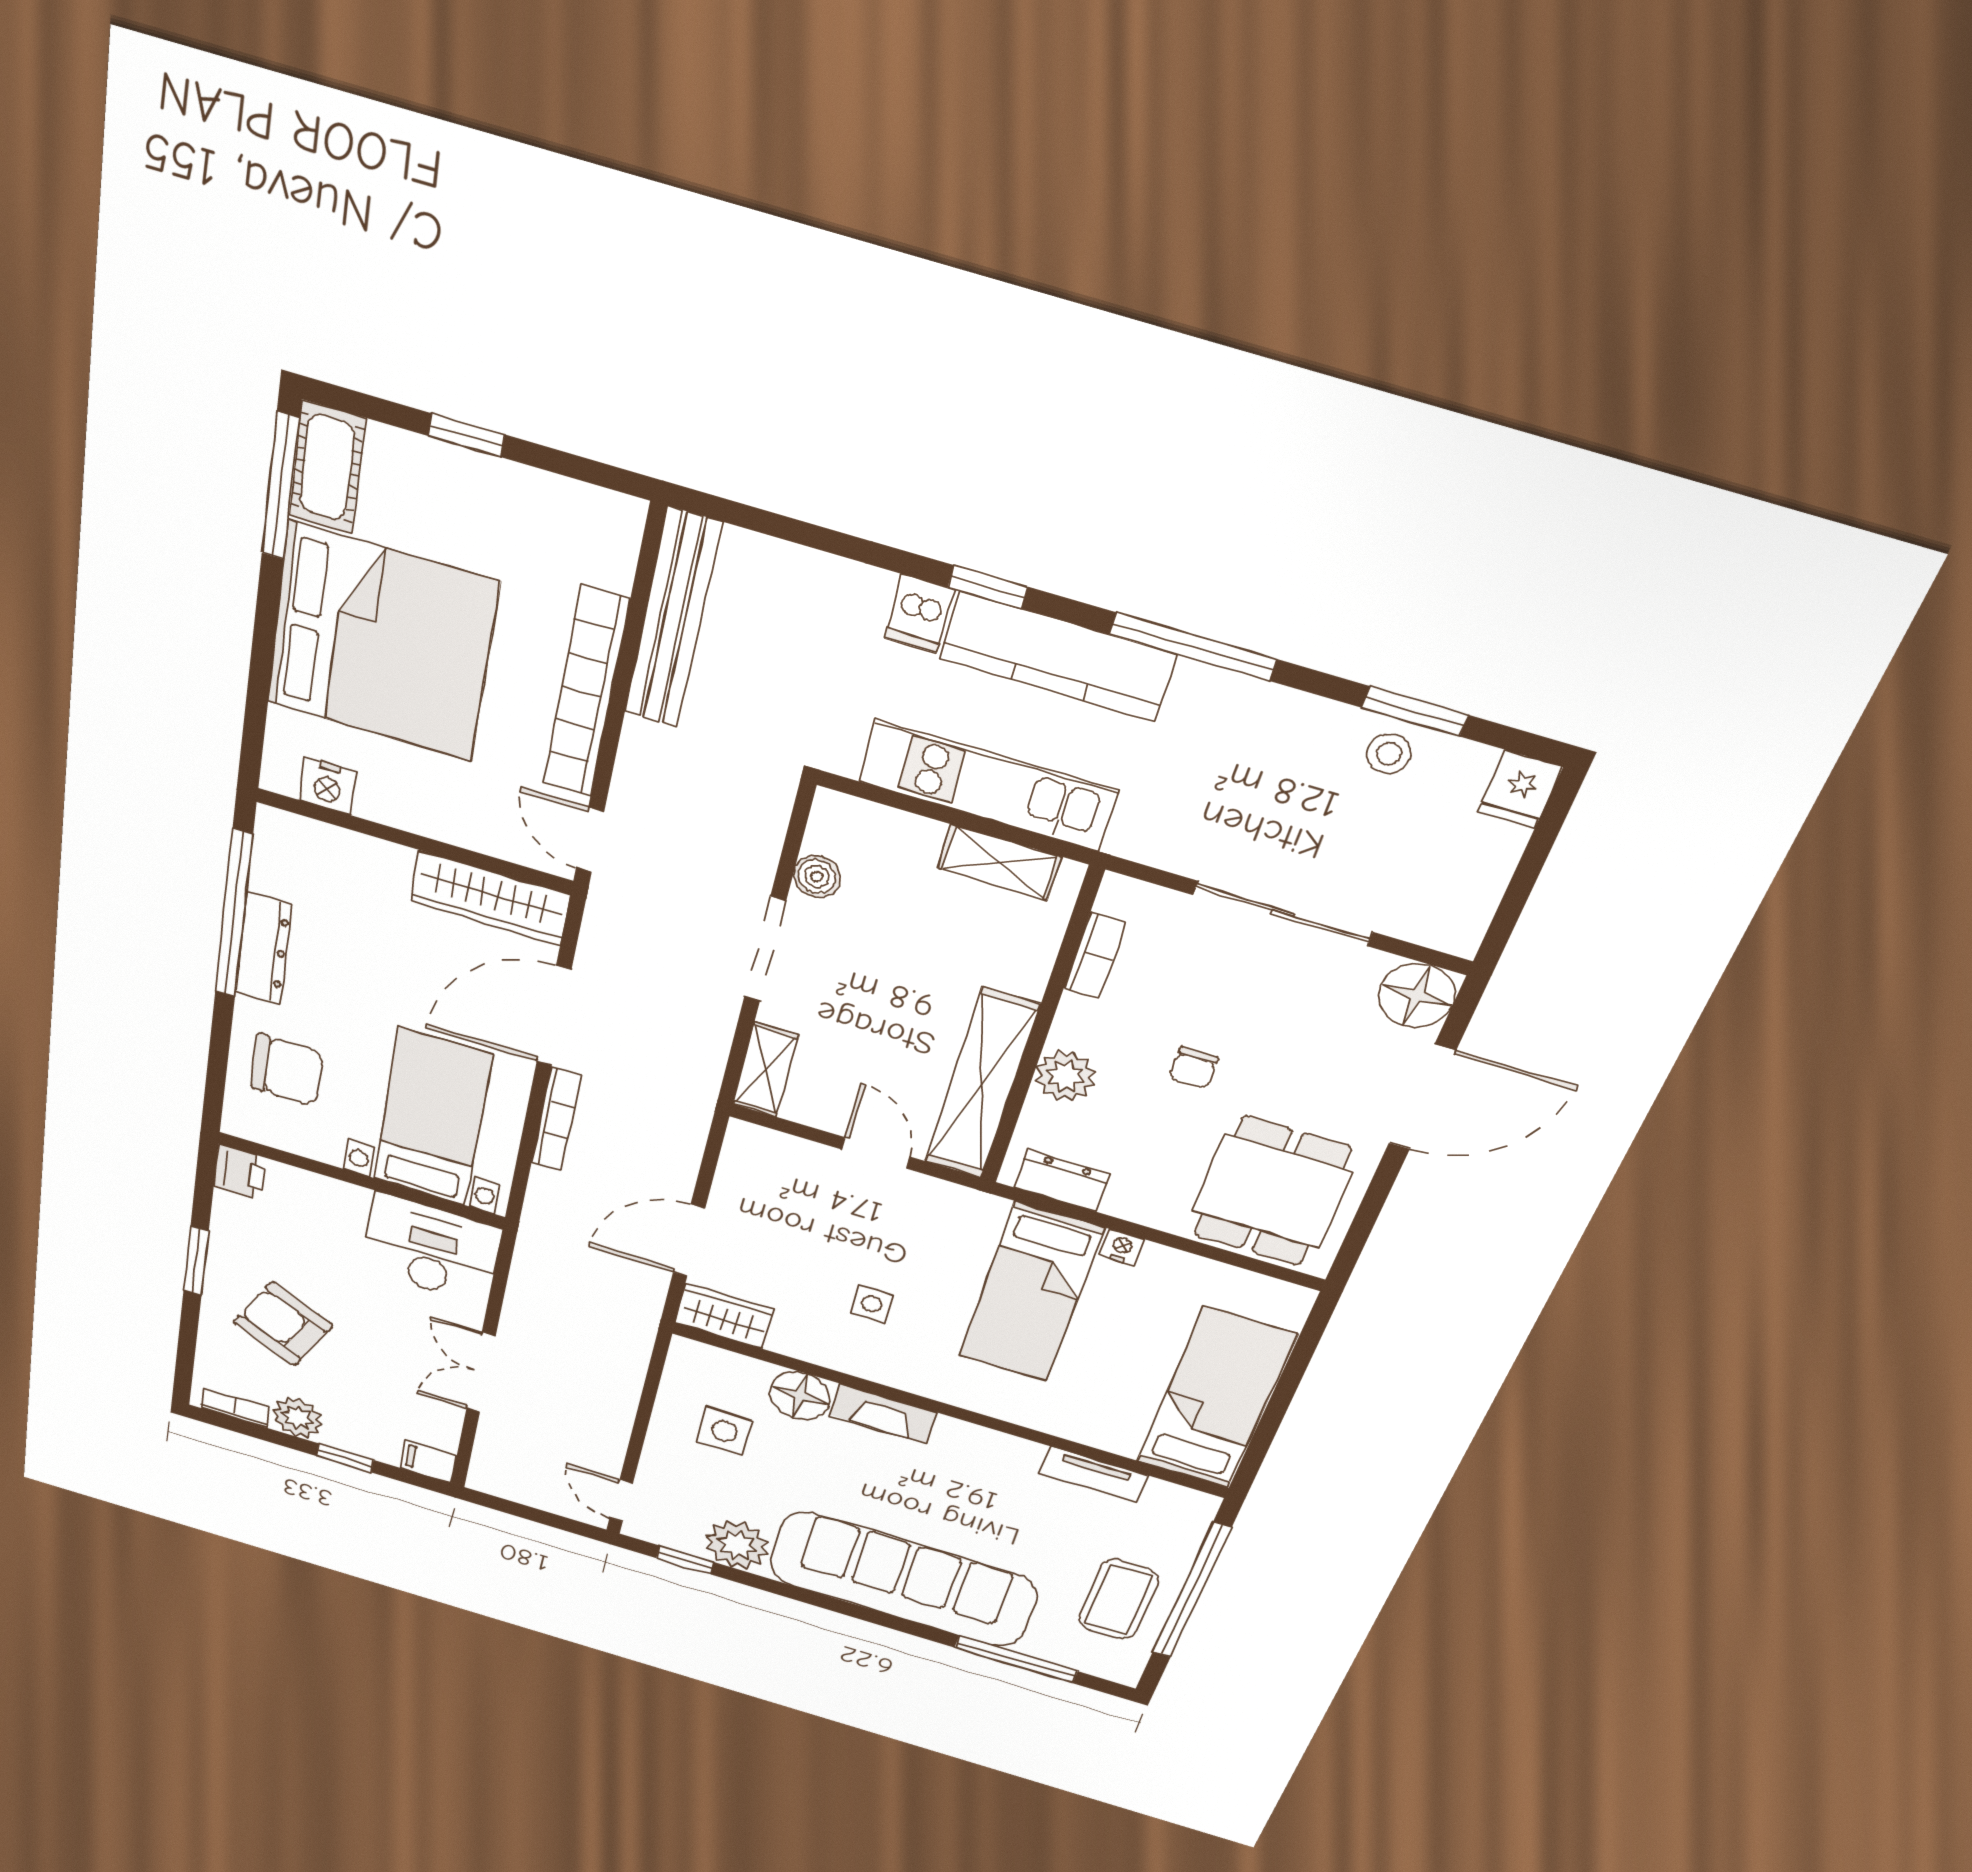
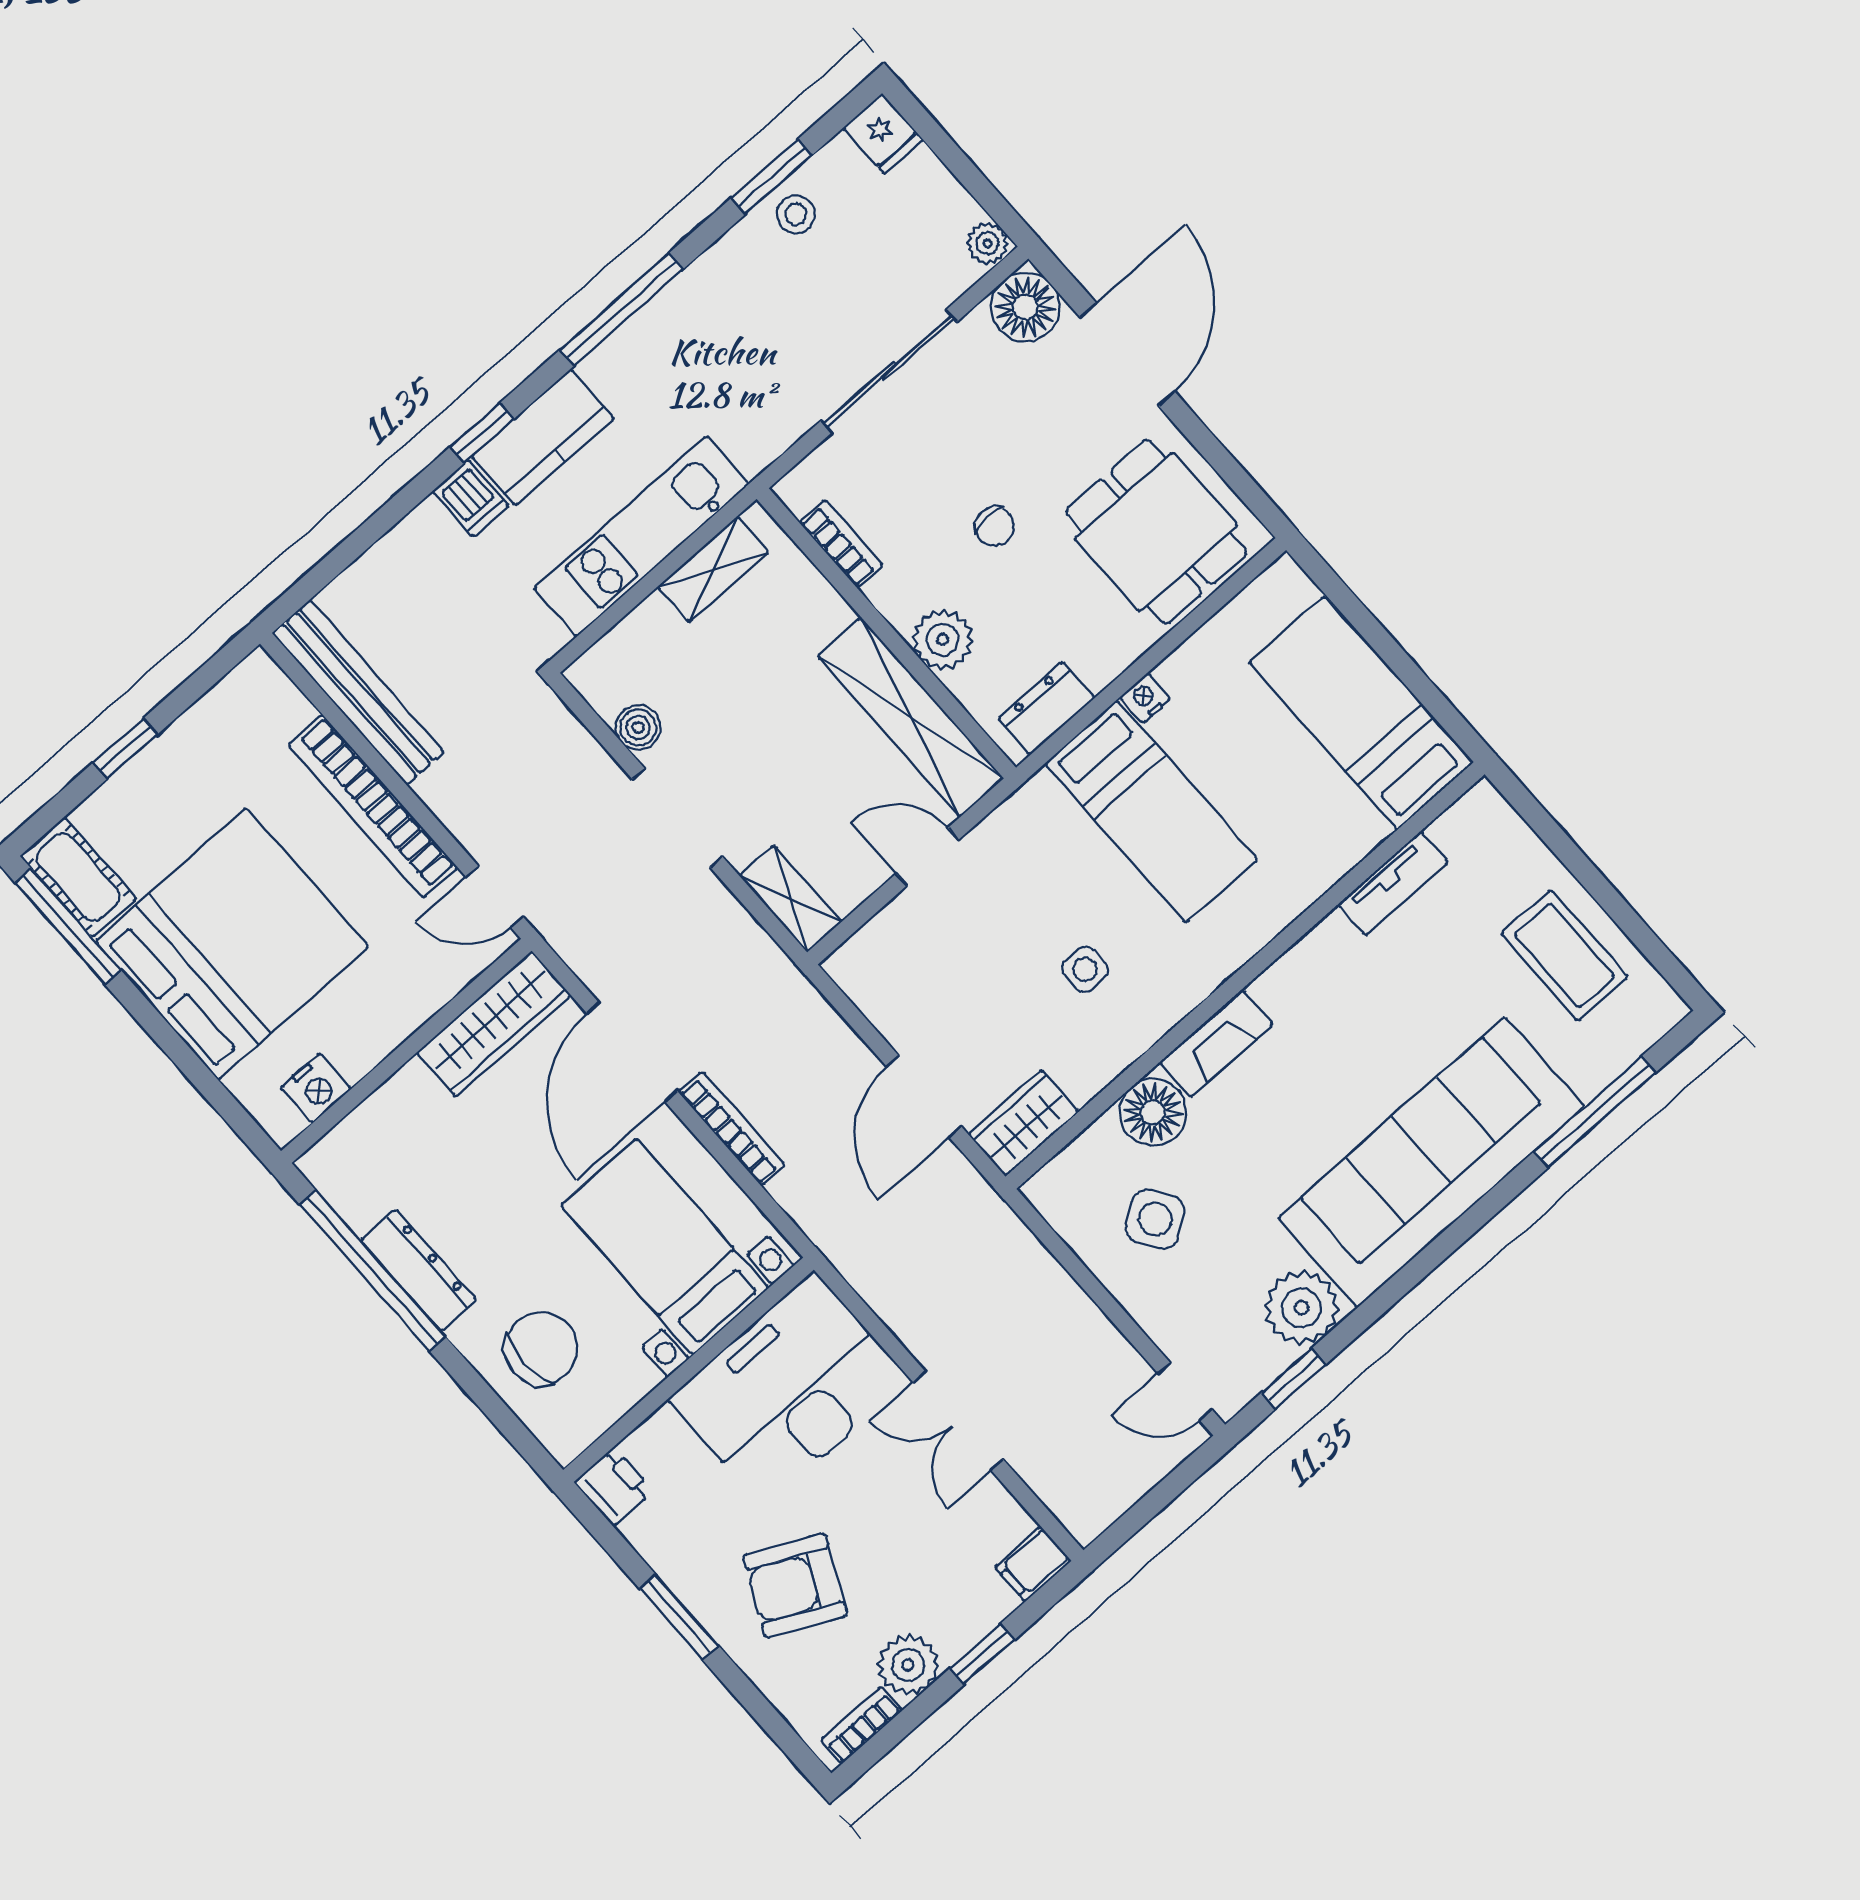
kitchen counter: (1057, 656) -> (543, 437), width x0.67
plant: (1461, 934) -> (988, 243), added
desk: (432, 1249) -> (789, 1390), width x1.36, depth x1.30
side table: (724, 1431) -> (1155, 1219), turned -34
window: (1191, 1591) -> (1588, 875), removed

